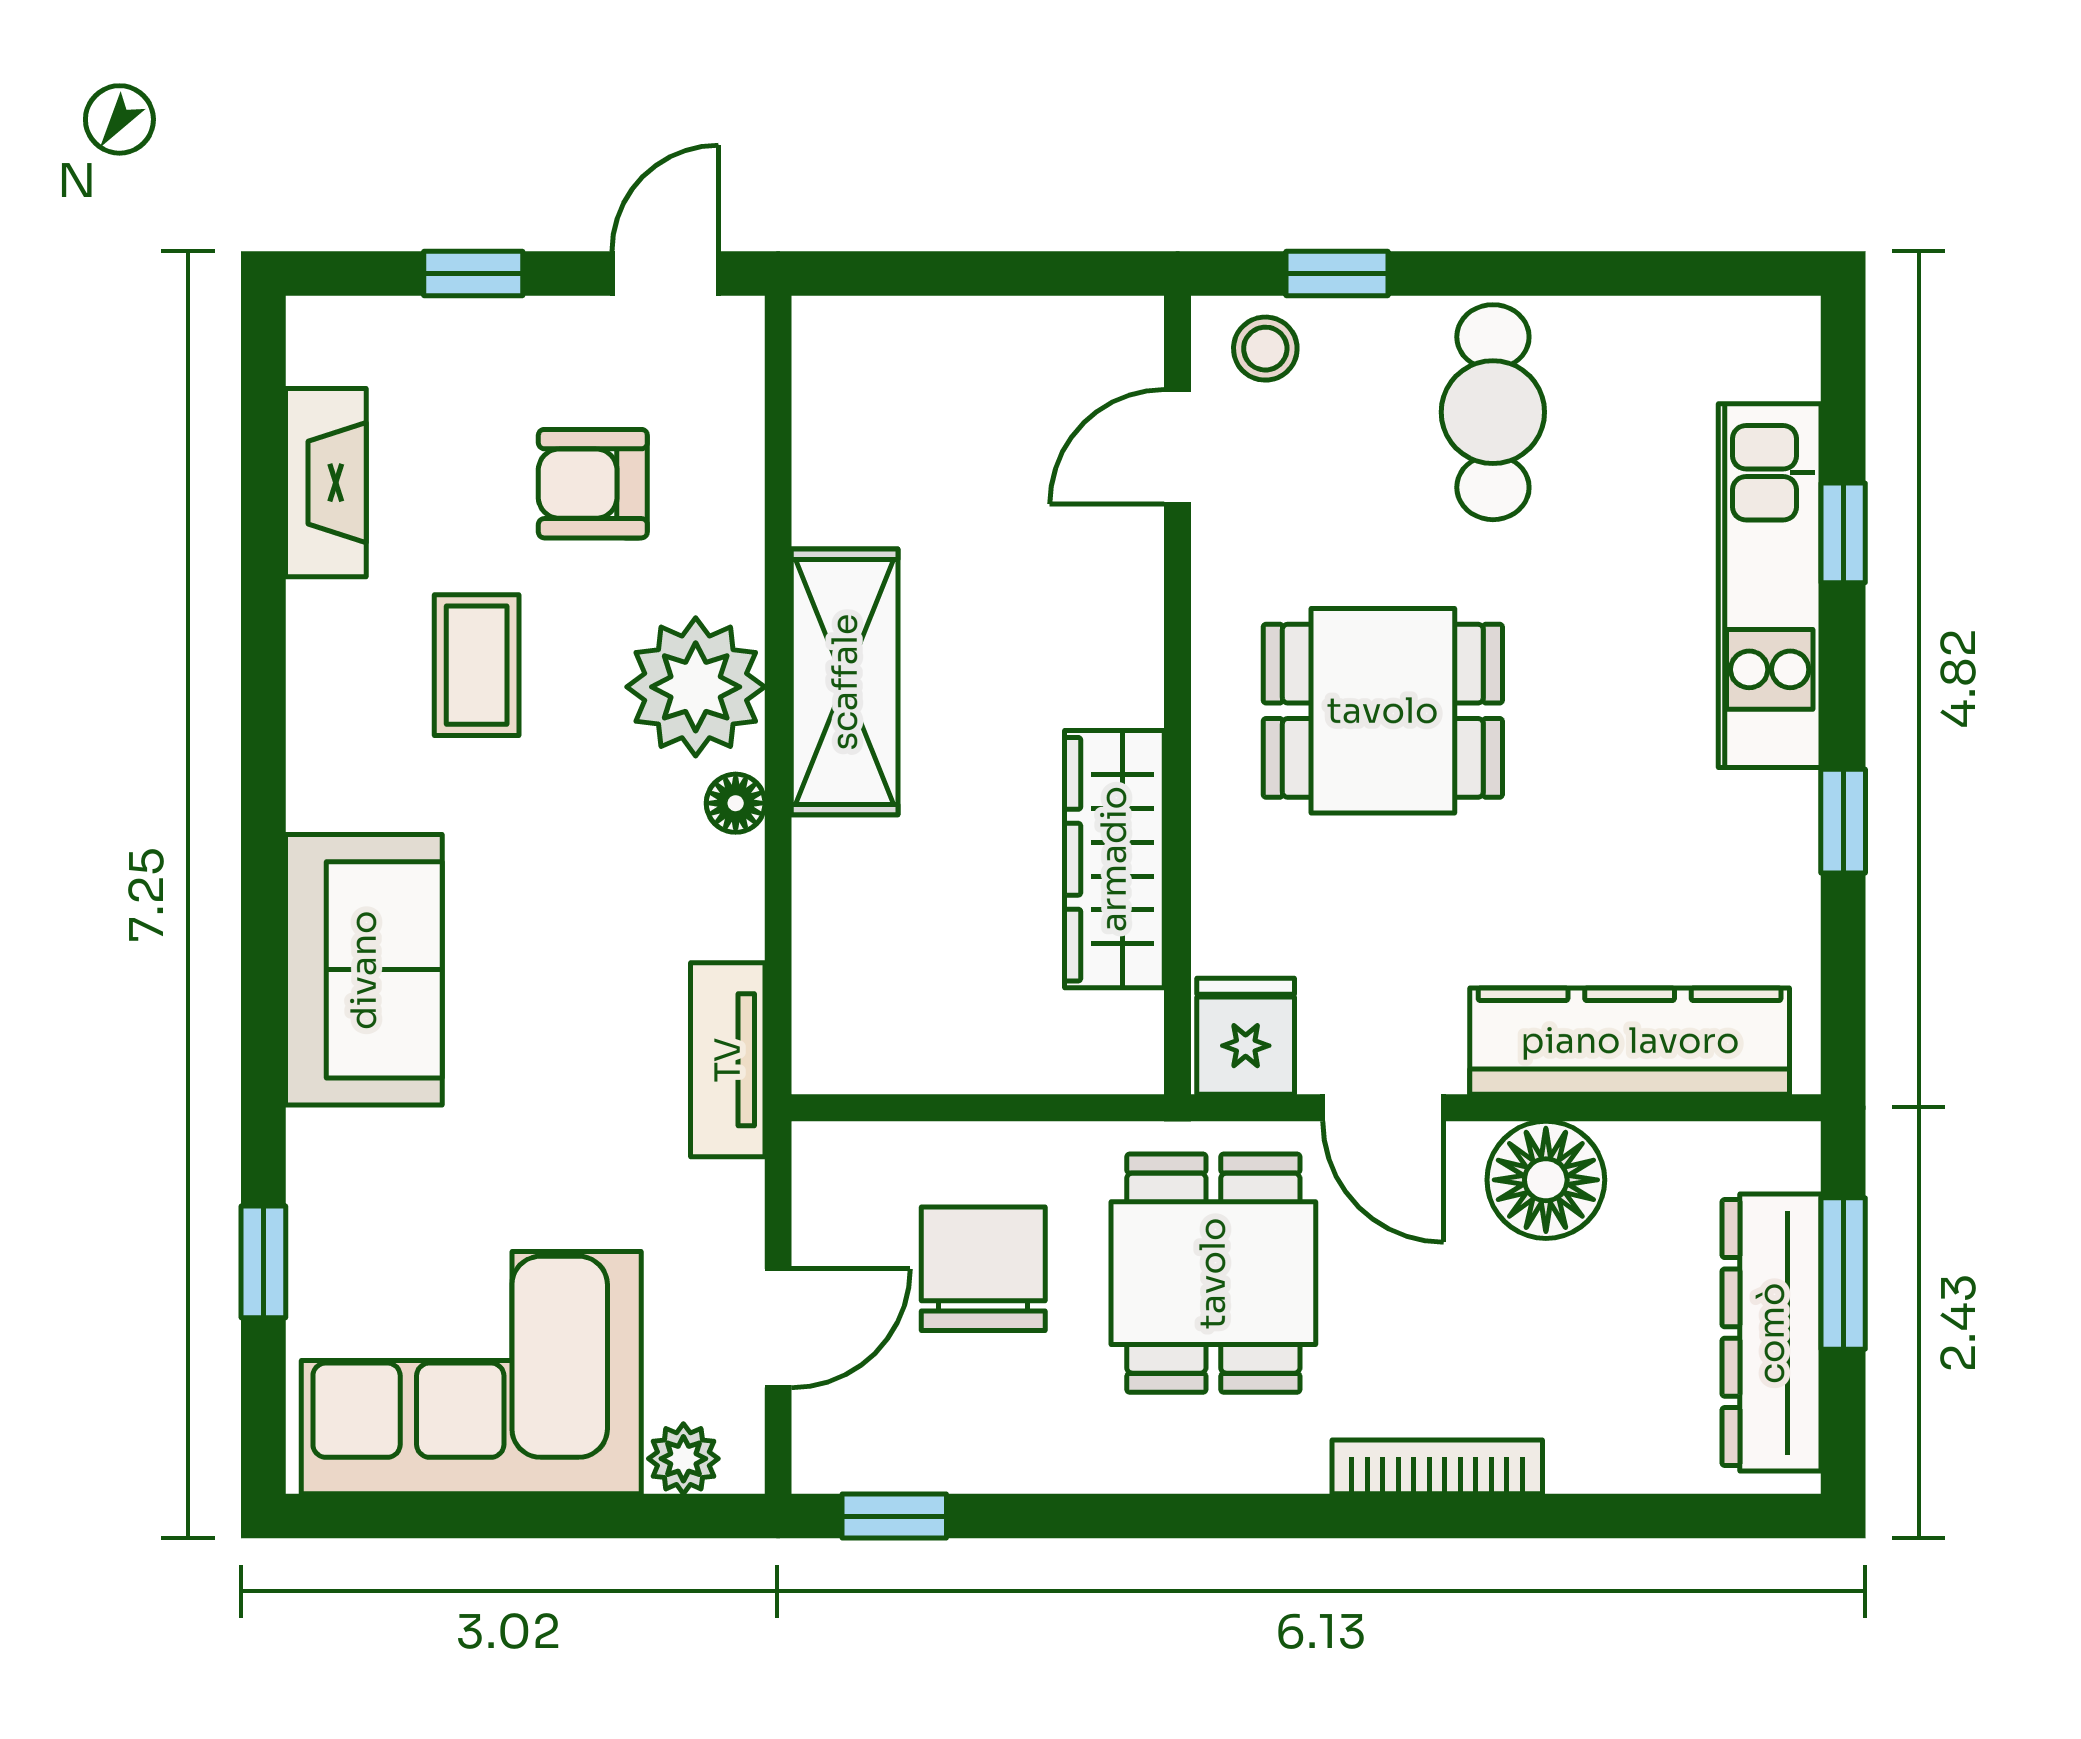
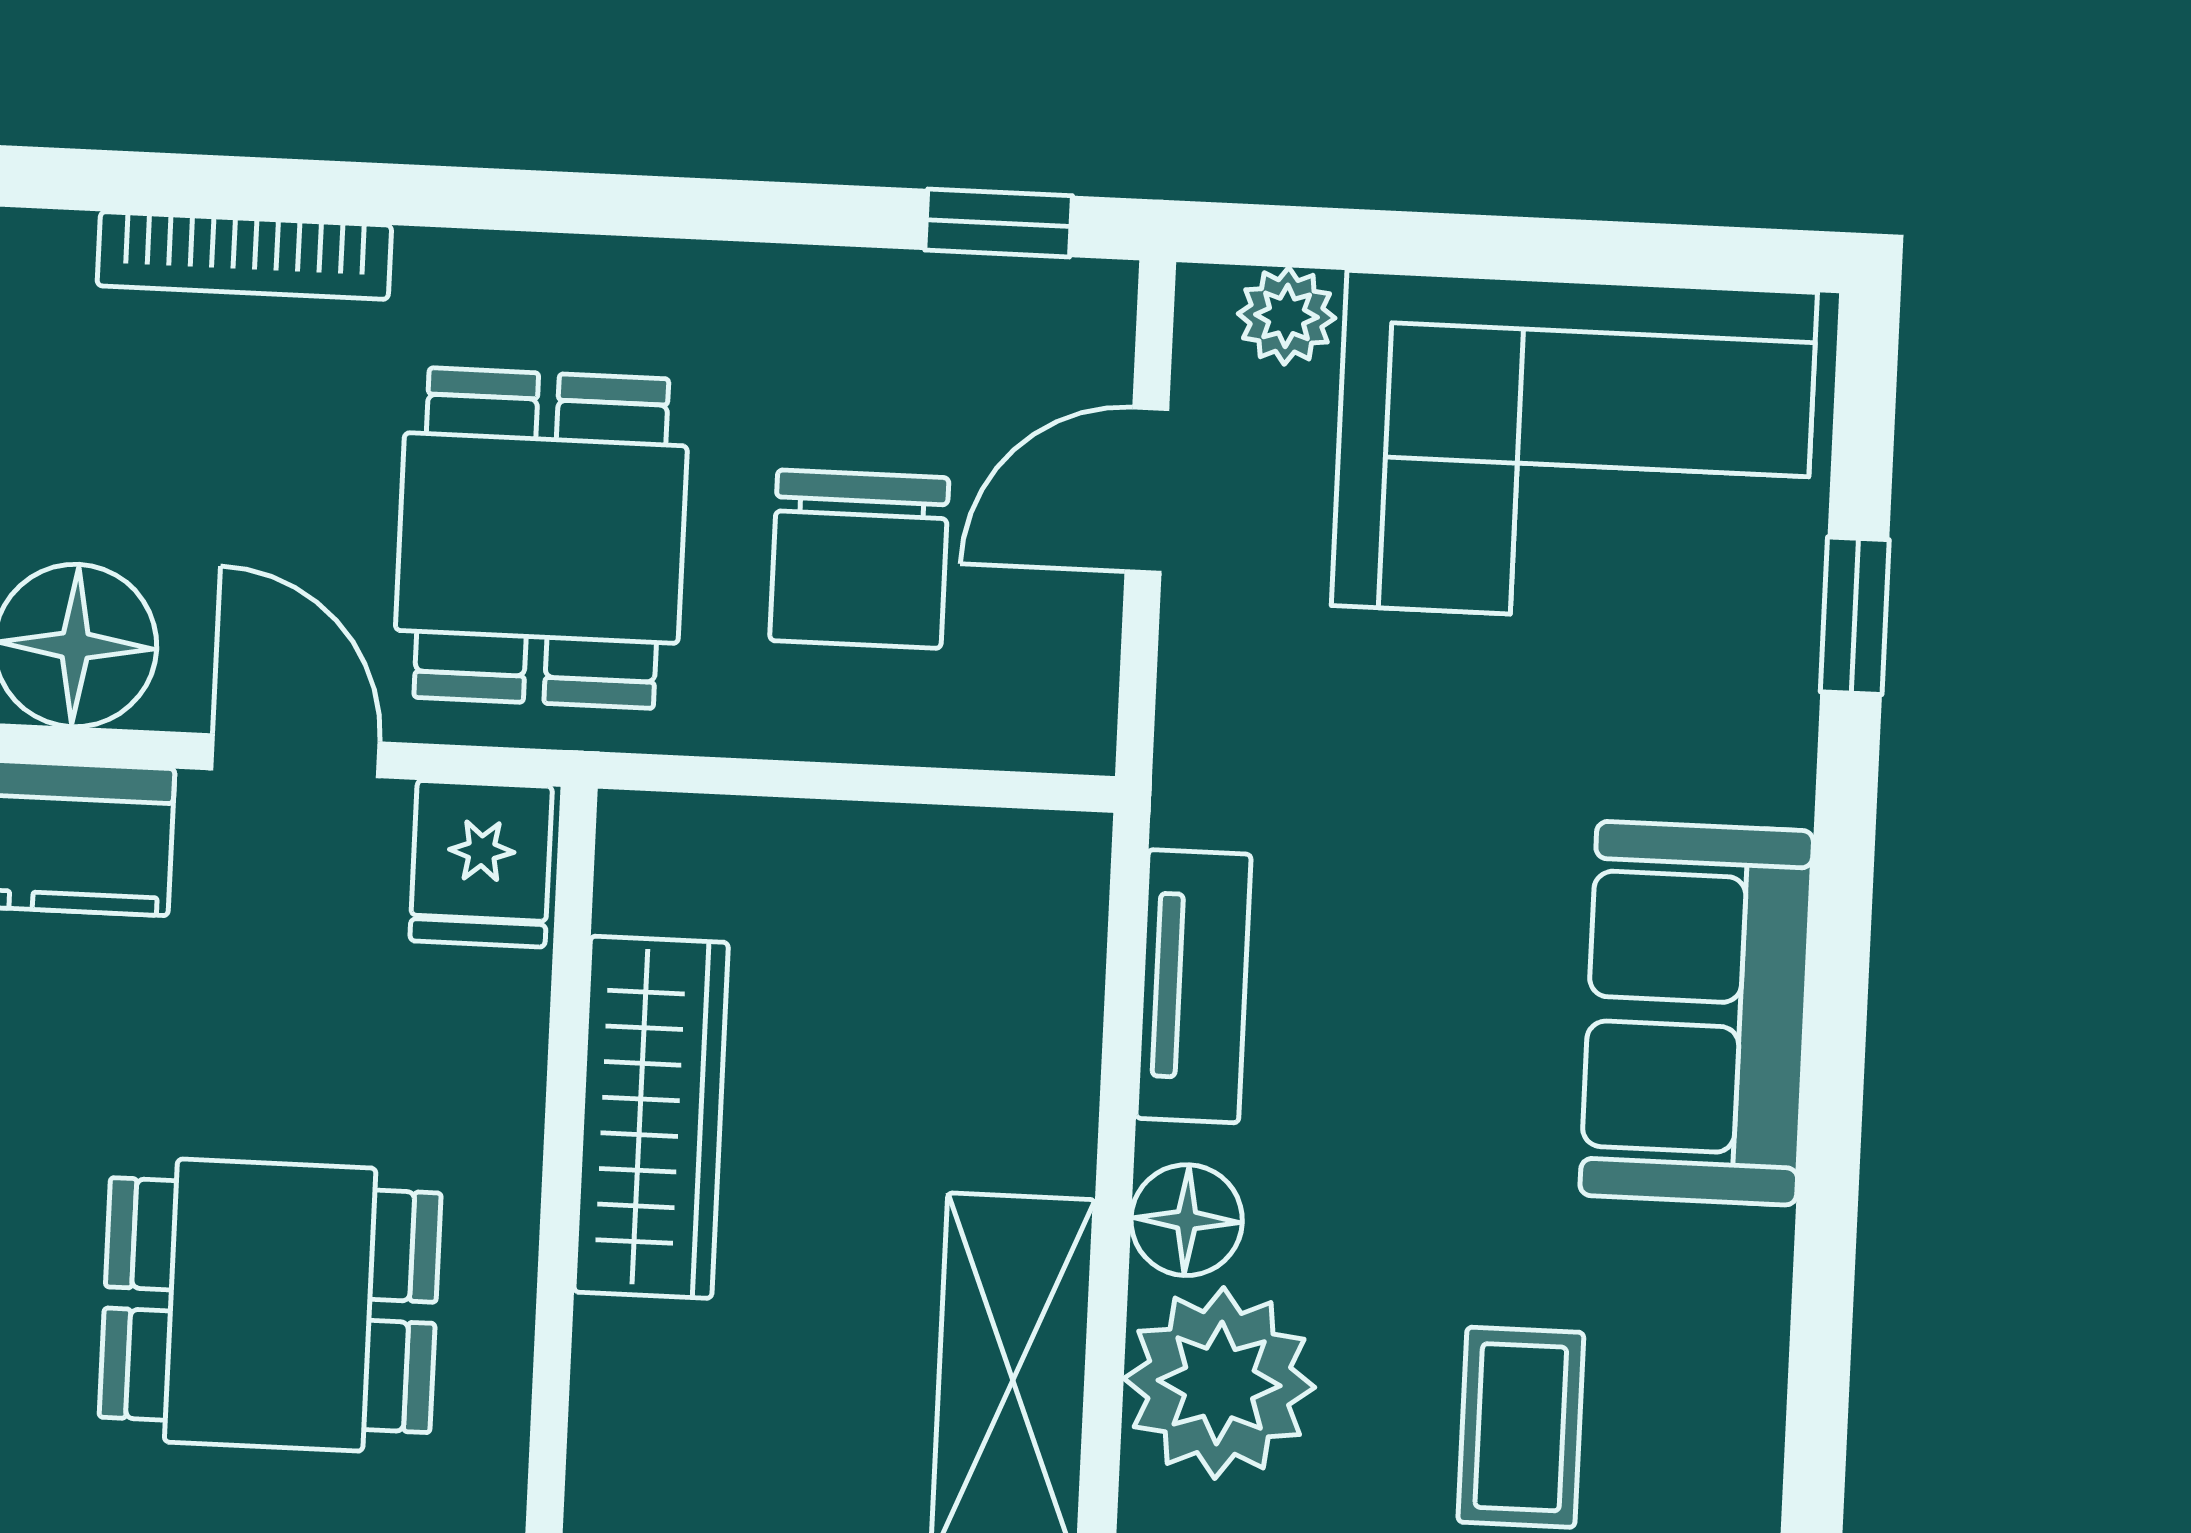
floor lamp: (736, 803) -> (1187, 1220), width x1.37, depth x1.37
tv unit: (728, 1060) -> (1193, 986), moved

